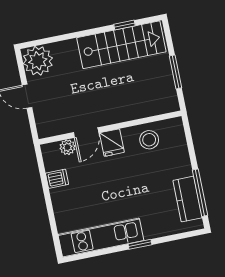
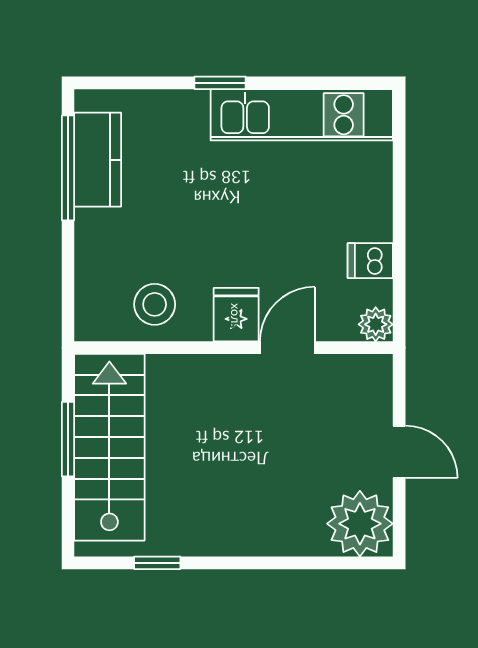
stairs: (121, 45) -> (109, 447), moved, turned 90
plant: (67, 147) -> (376, 324), moved

